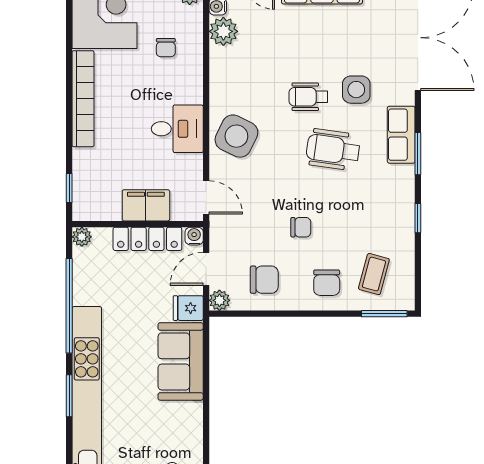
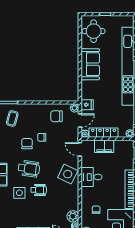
chair: (327, 283) -> (27, 144), moved
sofa: (181, 361) -> (90, 64), moved

